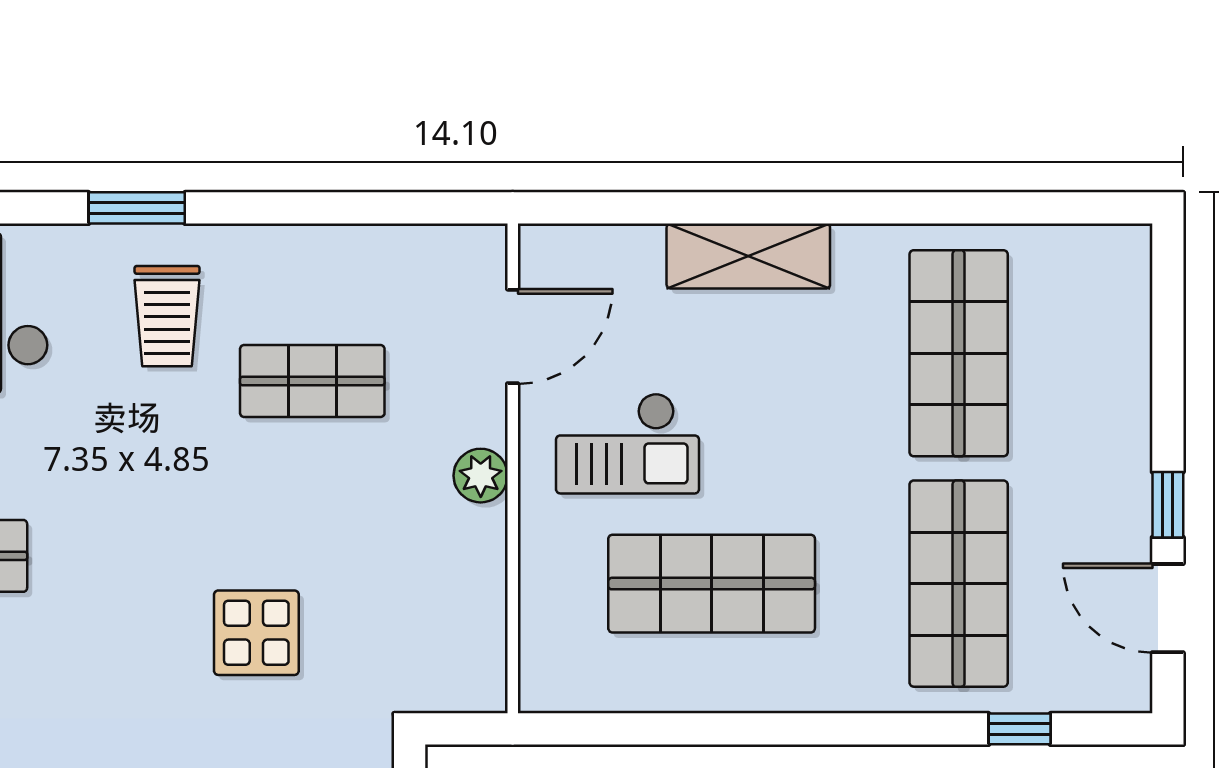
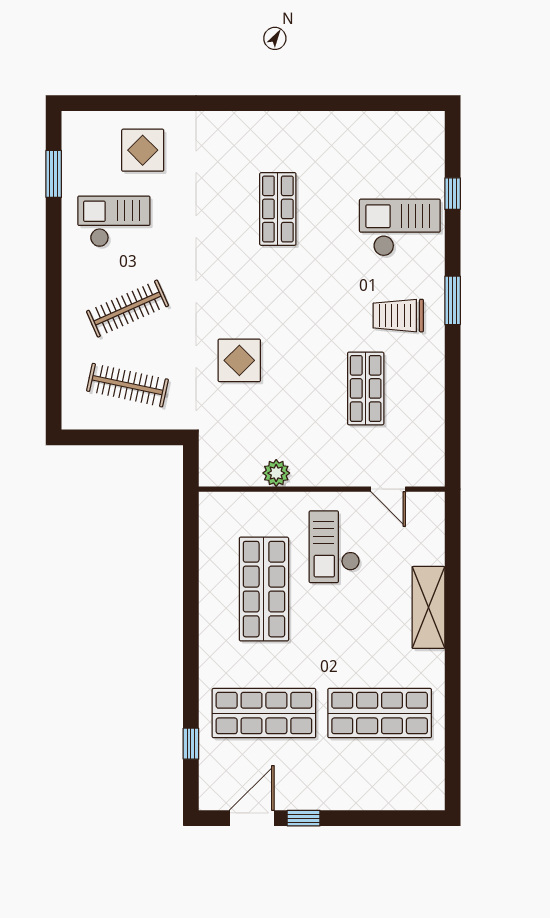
door: (513, 336) -> (388, 489), width x0.73
plant: (481, 476) -> (276, 473), moved

